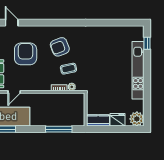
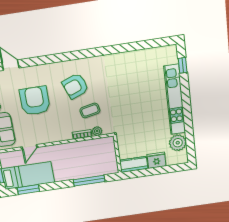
plant: (137, 119) -> (178, 143), moved

